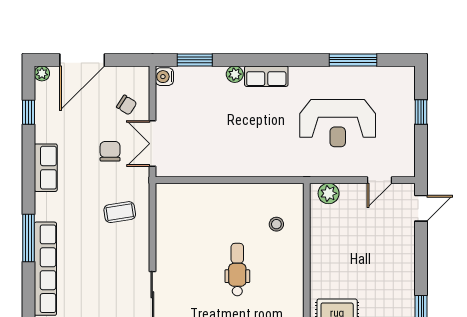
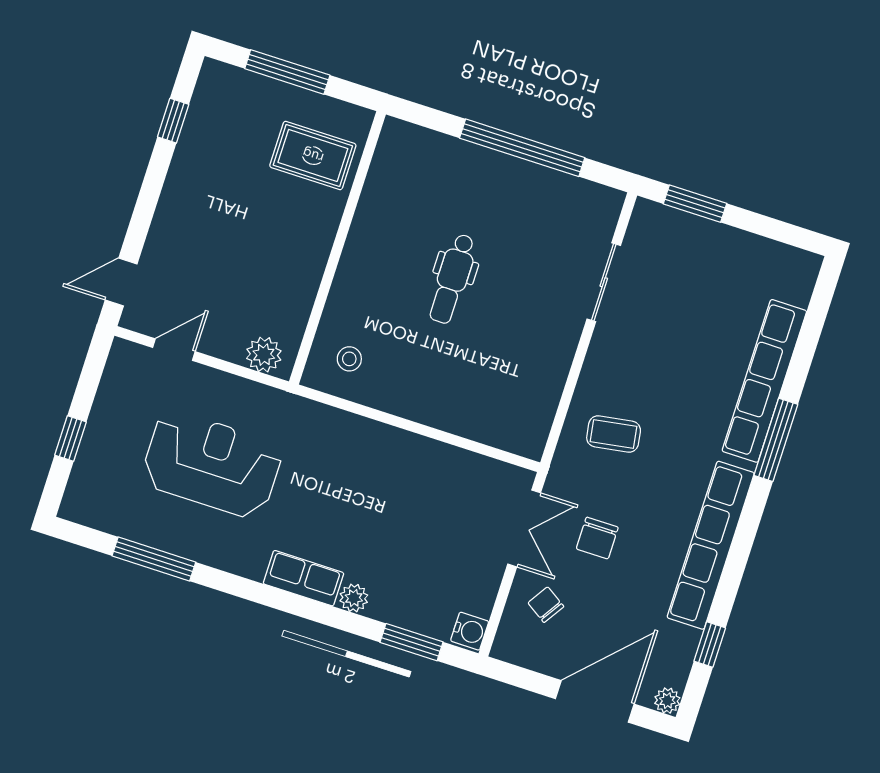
row of seats: (46, 168) -> (711, 545), width x2.02
stool: (276, 224) -> (349, 359), moved

